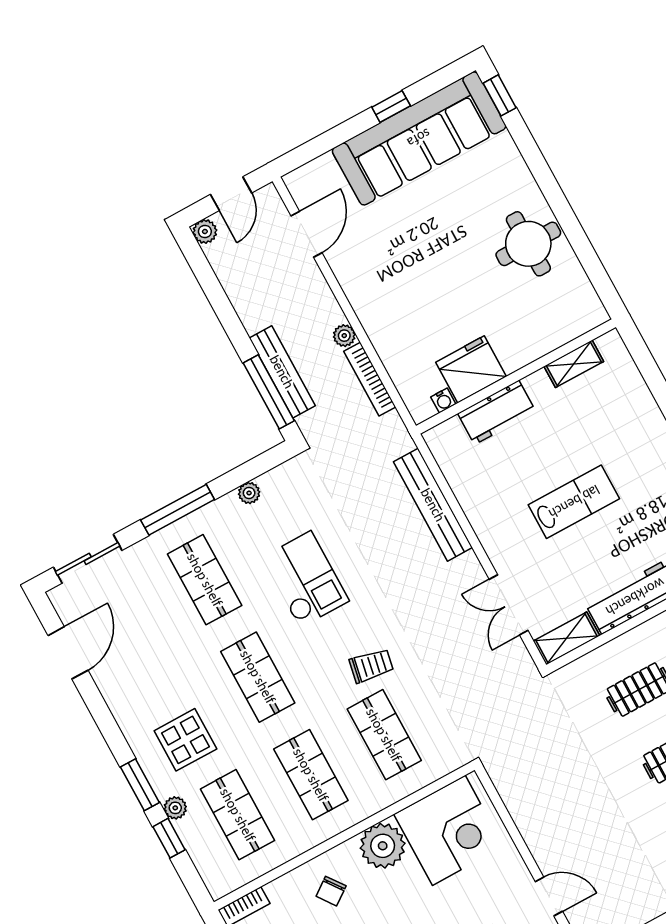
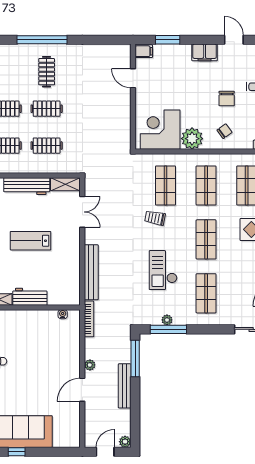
door: (306, 234) -> (82, 390), moved
fridge: (471, 369) -> (44, 321), removed
bench: (282, 372) -> (125, 386), moved
bookcase: (370, 379) -> (89, 319), moved
workbench: (497, 412) -> (30, 297), moved
window: (178, 510) -> (168, 329), moved

